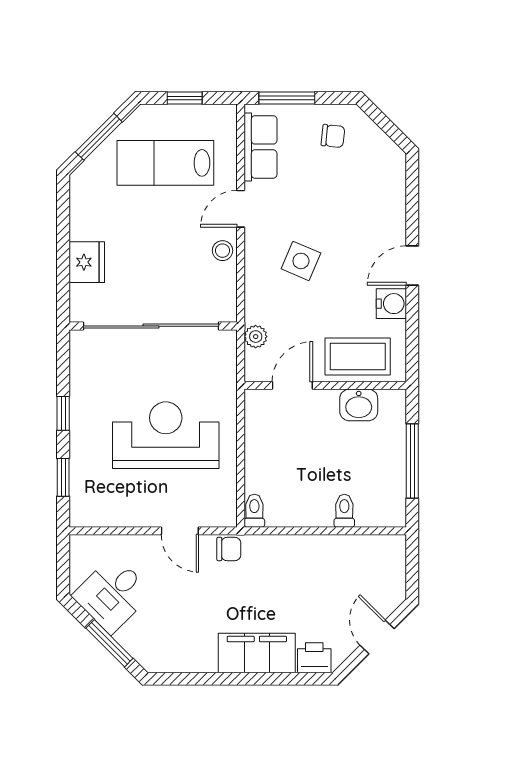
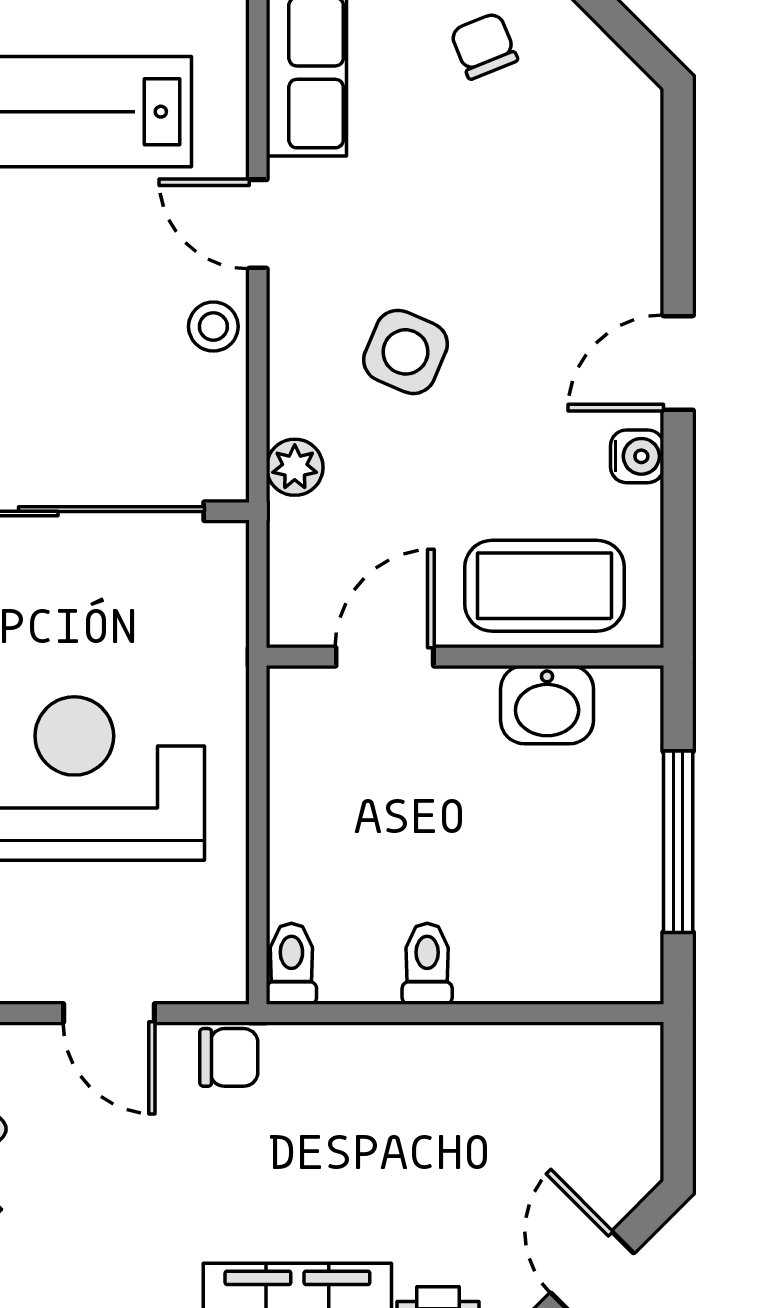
chair: (333, 136) -> (484, 46), turned -118
door: (241, 209) -> (258, 224), hinge flipped
water cooler: (391, 304) -> (637, 456), width x0.72, depth x0.72
plant: (256, 337) -> (295, 467), moved
toilet: (344, 511) -> (427, 964), moved

